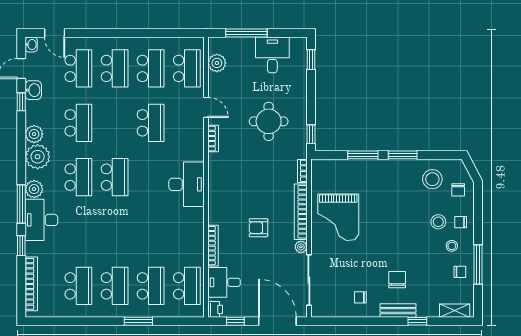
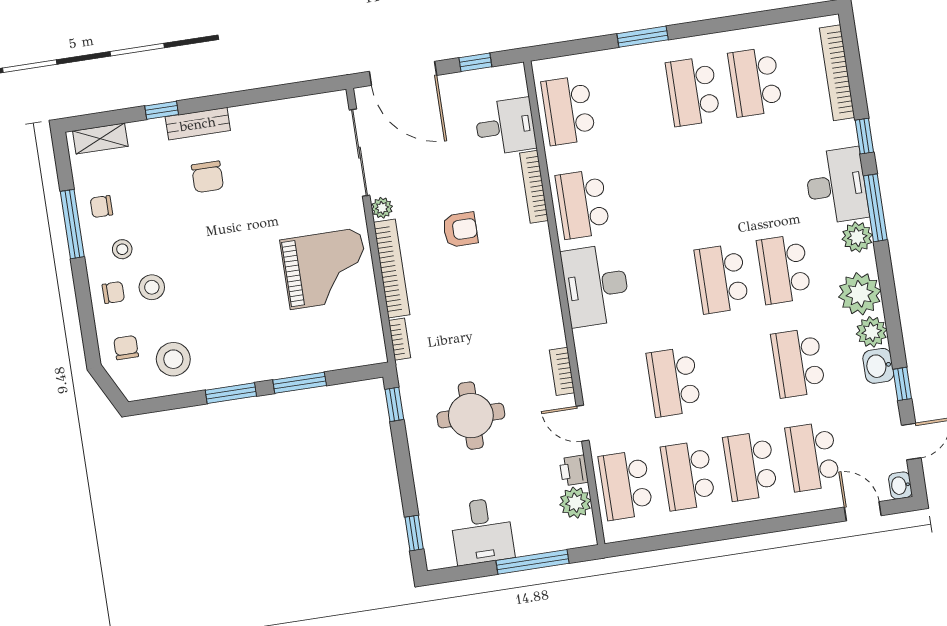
washbasin: (33, 90) -> (878, 366), moved
grand piano: (338, 217) -> (325, 269), turned 90
school desk: (151, 286) -> (583, 204), moved
chair: (360, 297) -> (266, 137), removed
printer: (215, 309) -> (574, 470), moved

